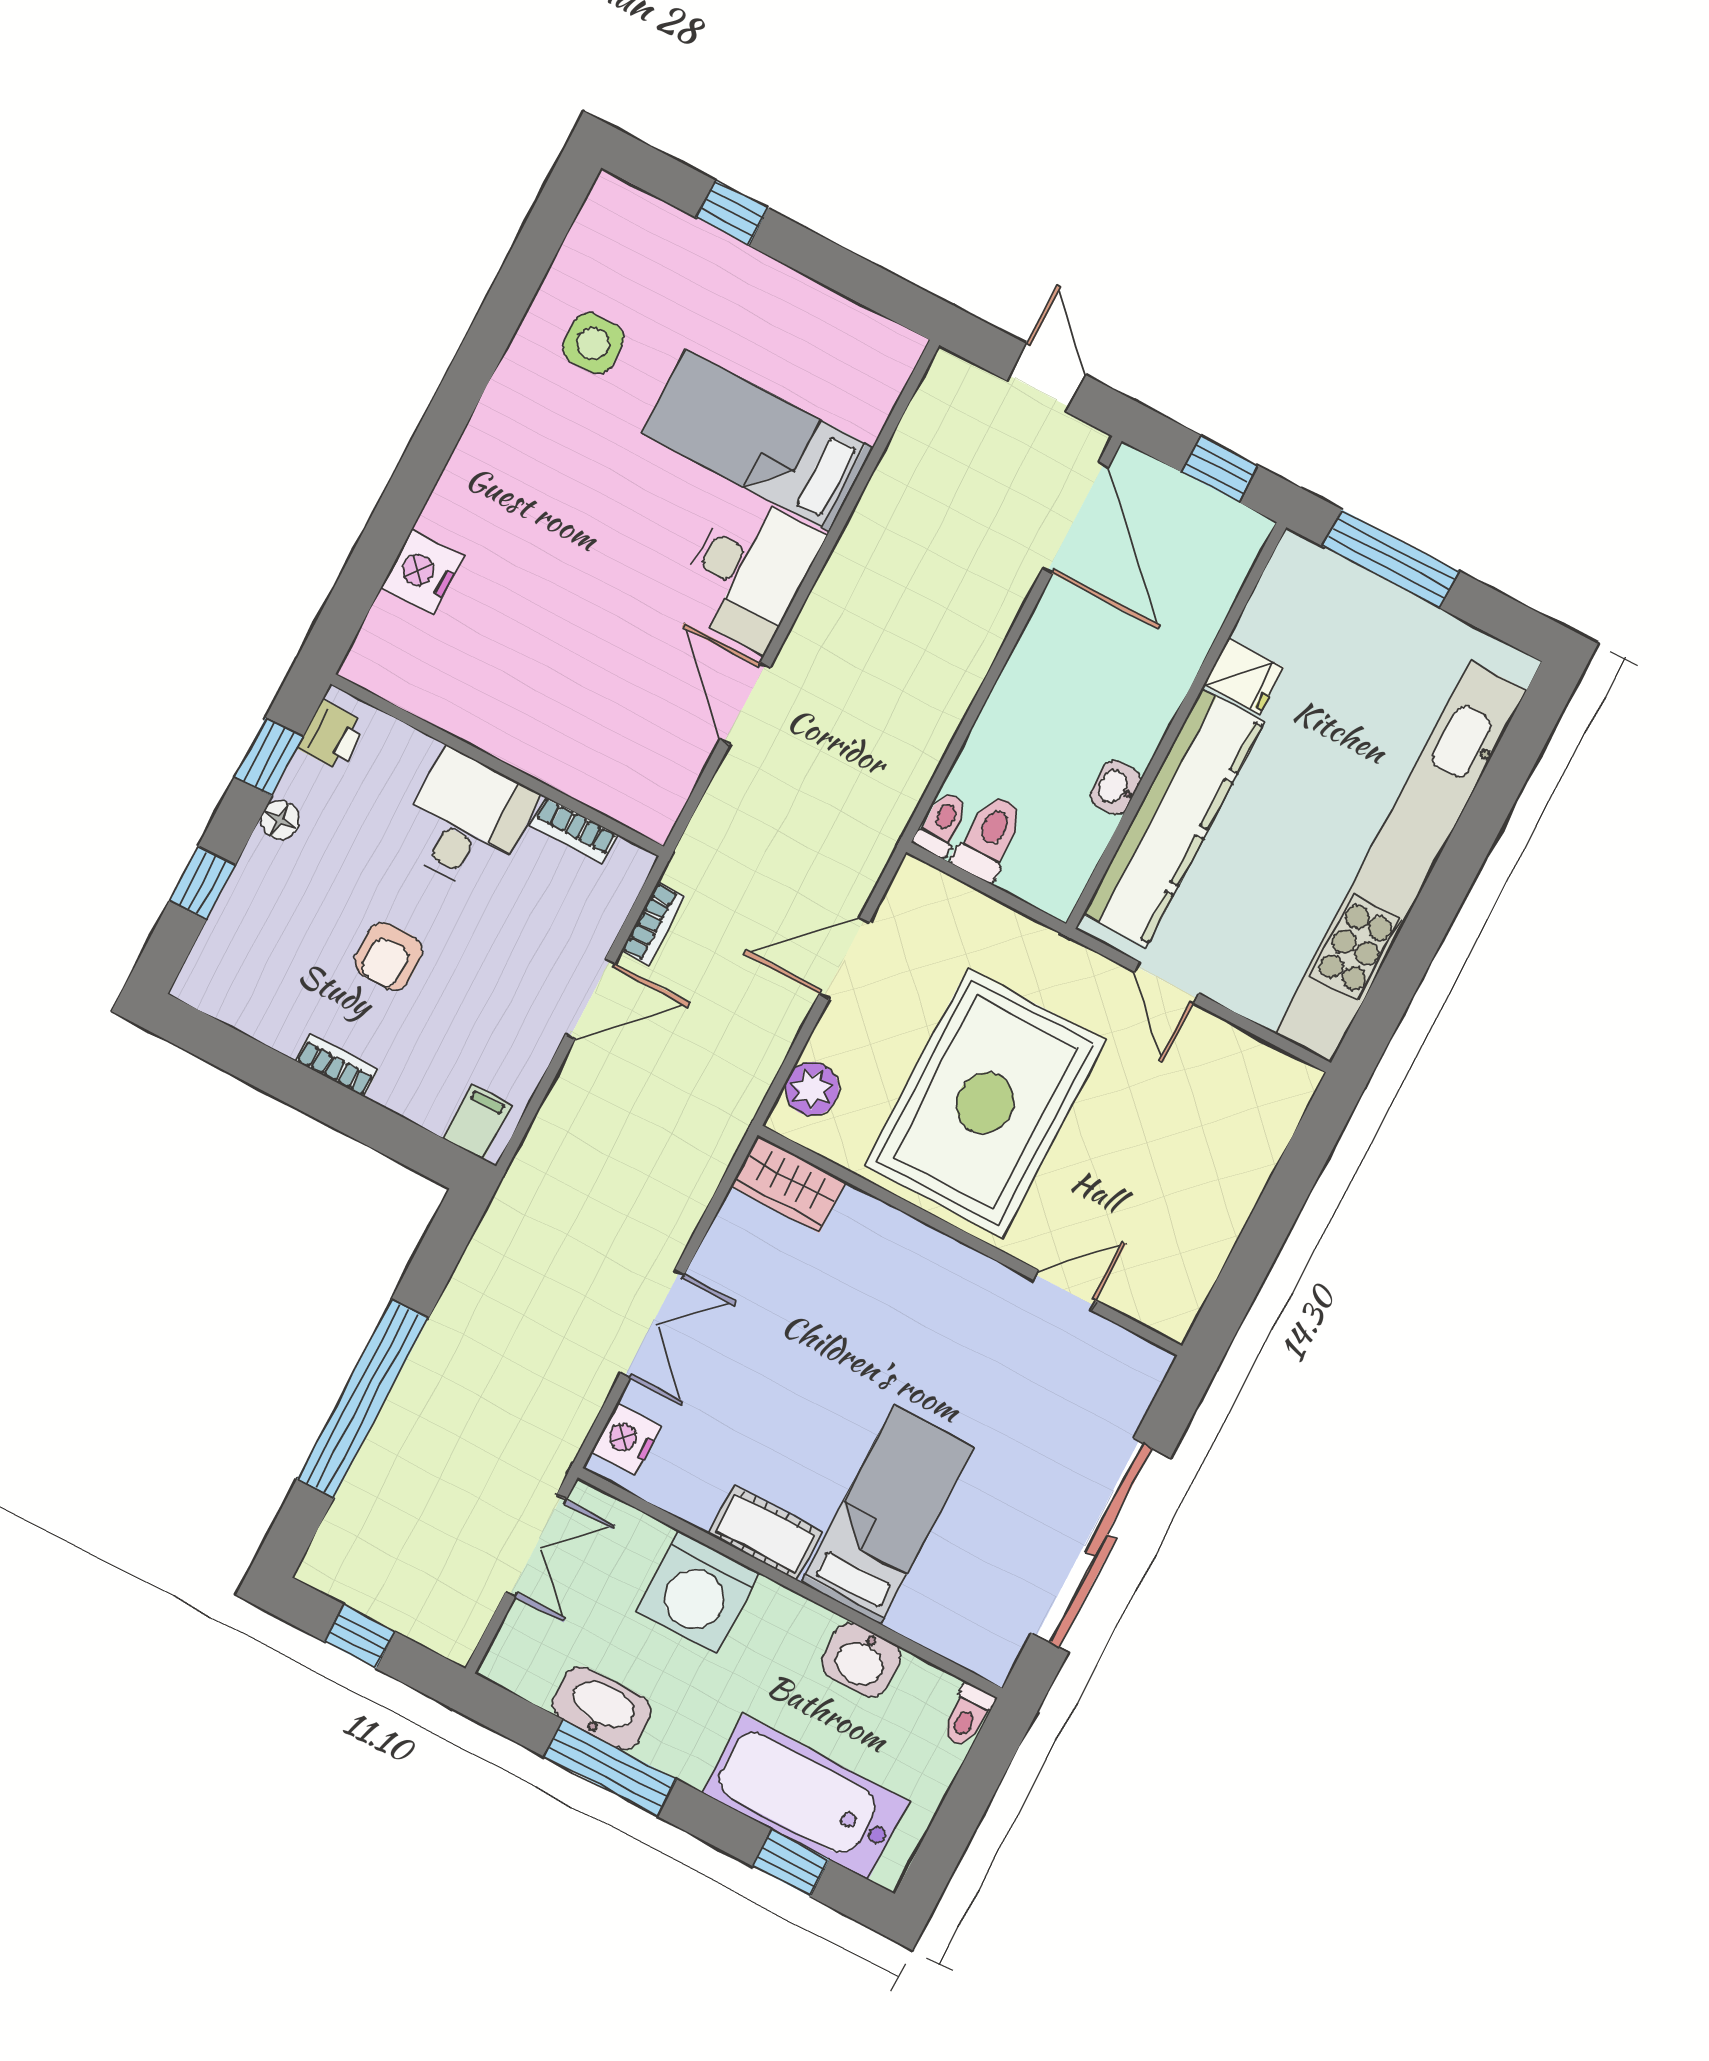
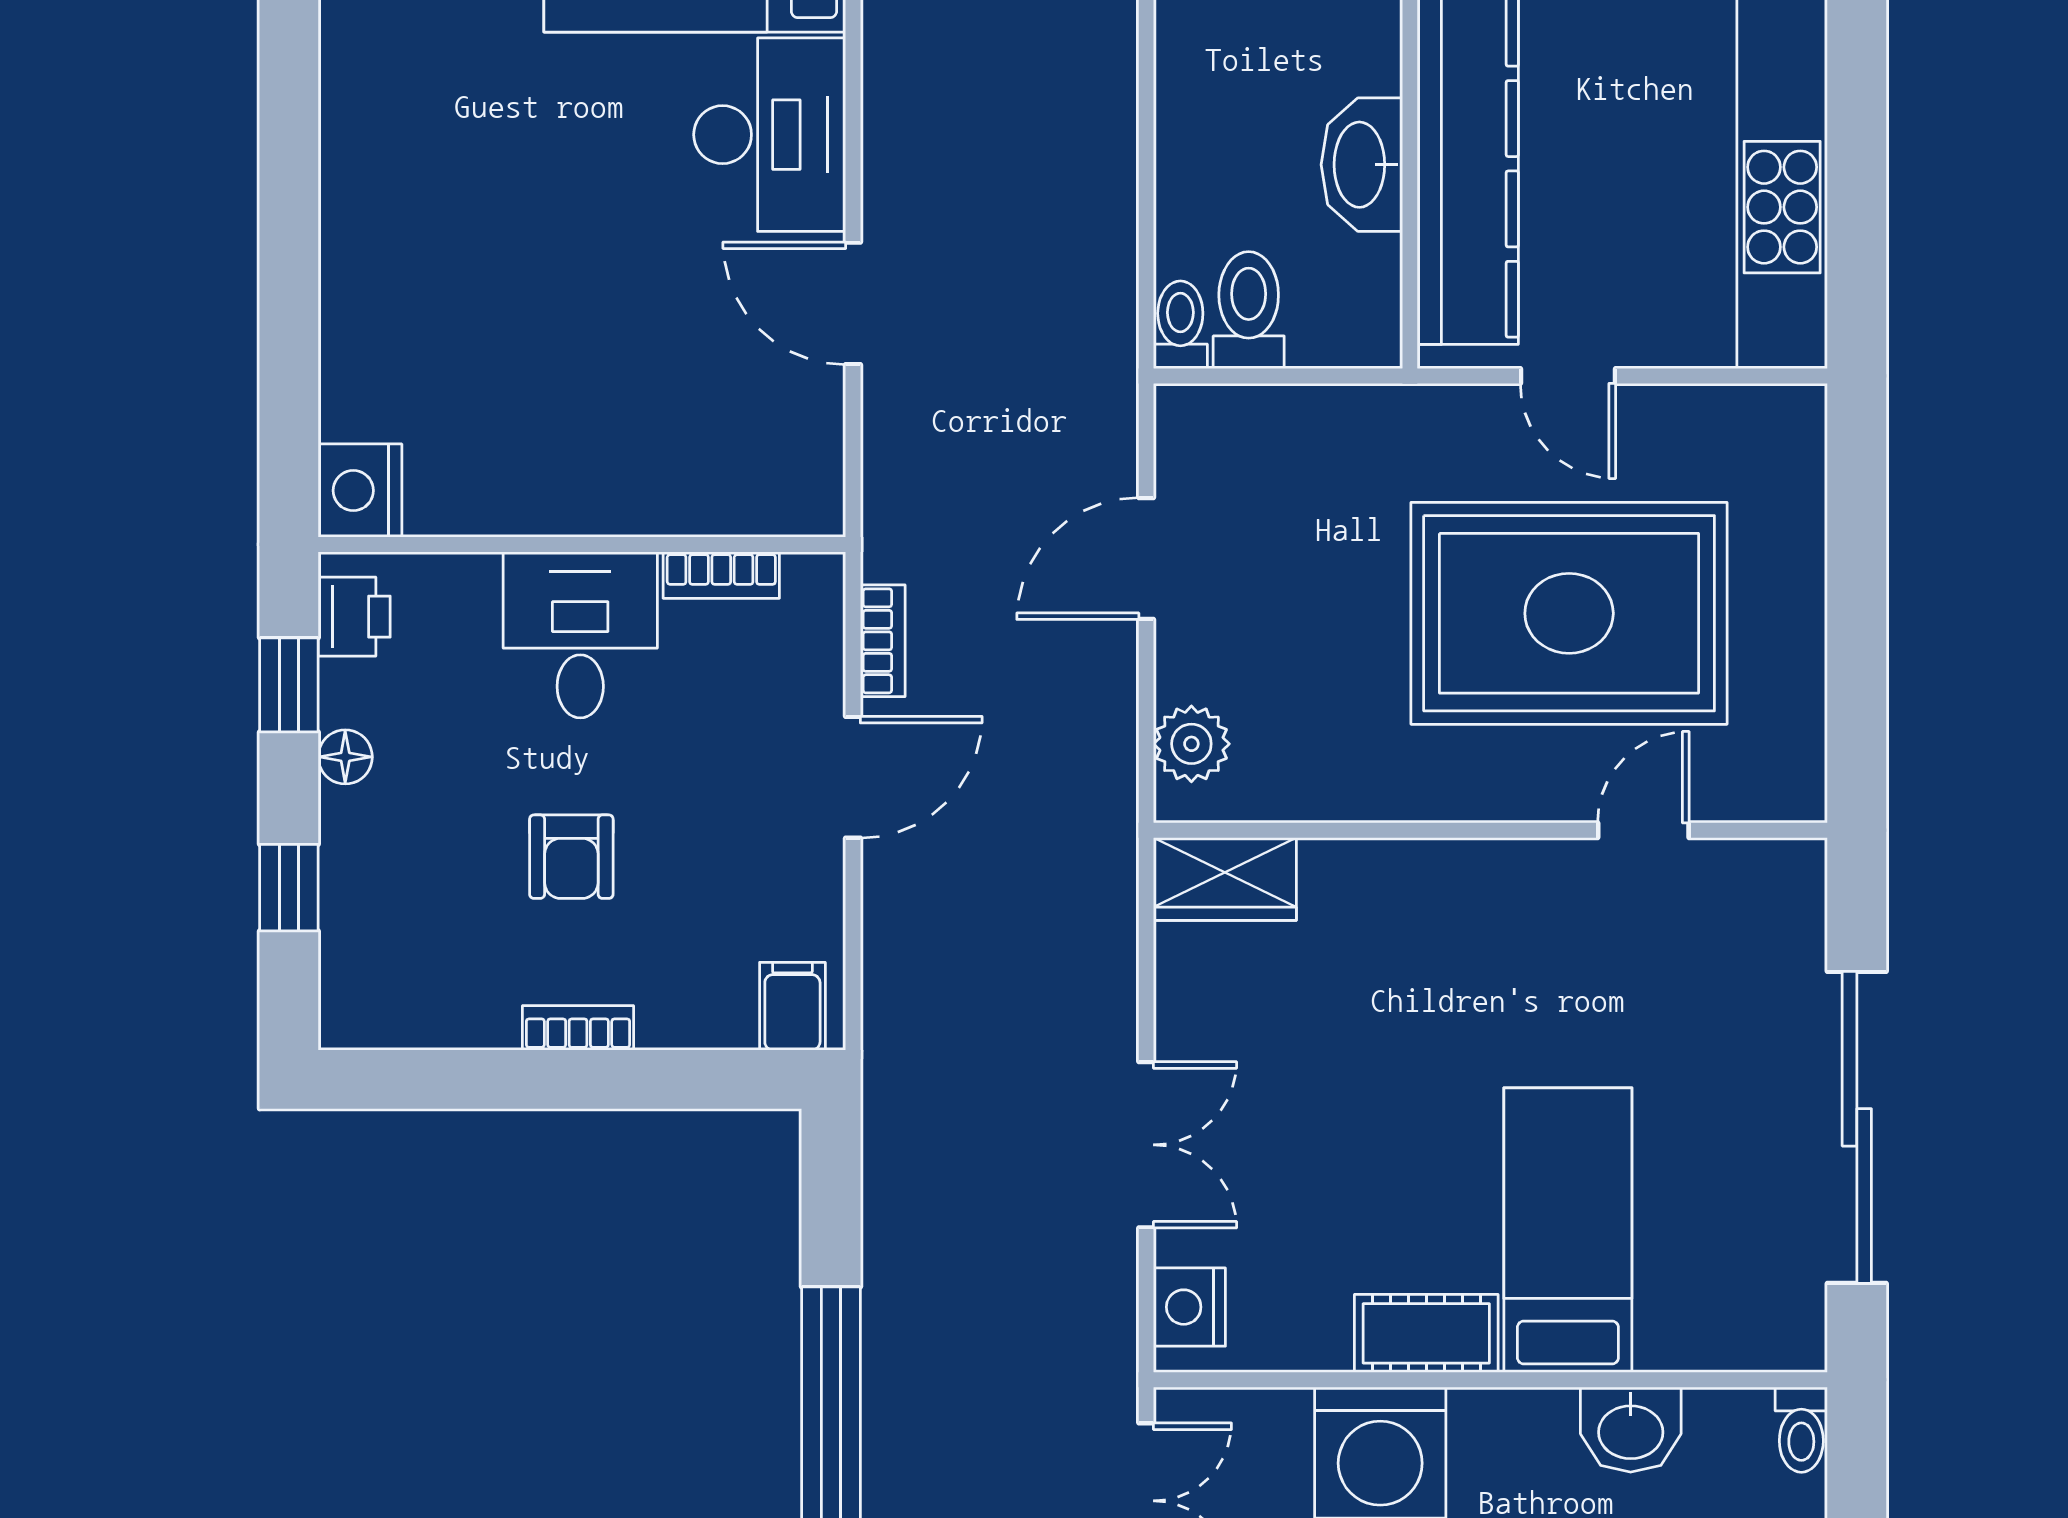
nightstand: (422, 572) -> (360, 491), moved
washbasin: (1115, 788) -> (1362, 165), width x1.91, depth x1.45
rug: (985, 1103) -> (1569, 613), moved, turned 90

